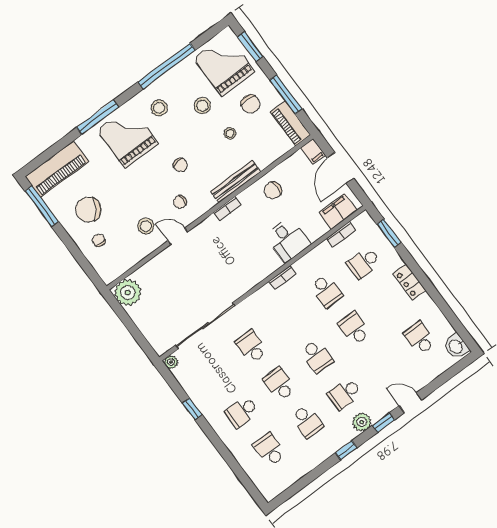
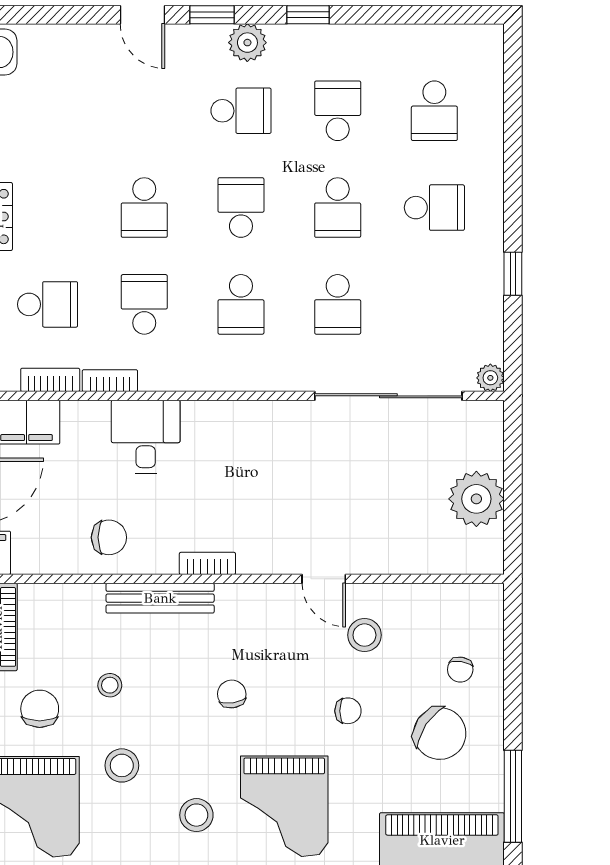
chair: (180, 202) -> (348, 711), moved
bookcase: (282, 278) -> (110, 381), moved
plant: (128, 293) -> (476, 499), moved
school desk: (420, 338) -> (241, 304), moved

